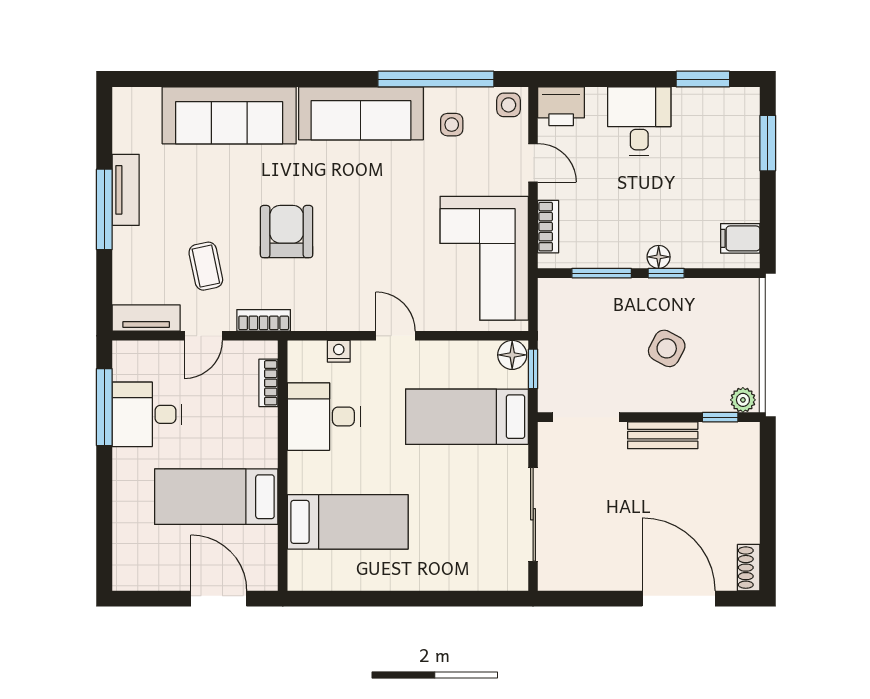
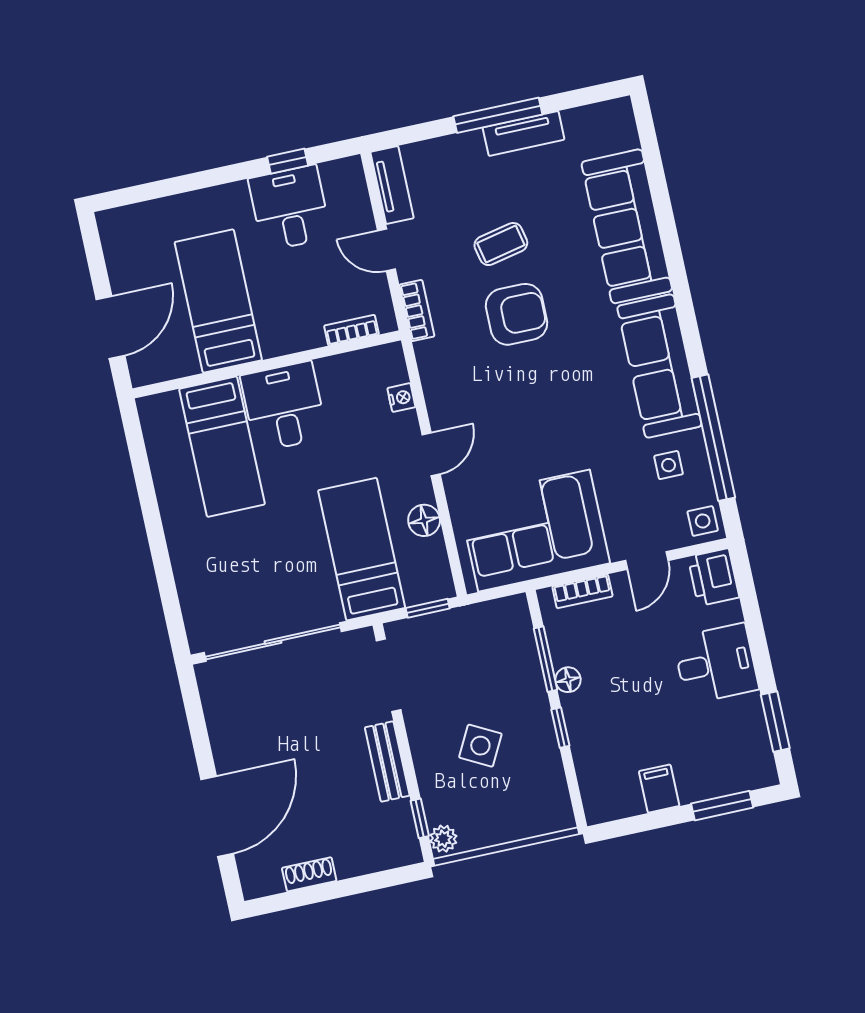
filing cabinet: (740, 238) -> (659, 789), moved
floor lamp: (659, 257) -> (568, 680), moved
coffee table: (206, 266) -> (501, 244), moved
floor lamp: (512, 355) -> (424, 520), moved
window: (104, 407) -> (288, 161), width x0.46
desk: (324, 417) -> (284, 406), moved
sliding door: (533, 514) -> (273, 642), width x1.36
shoe rack: (749, 568) -> (309, 874), moved

